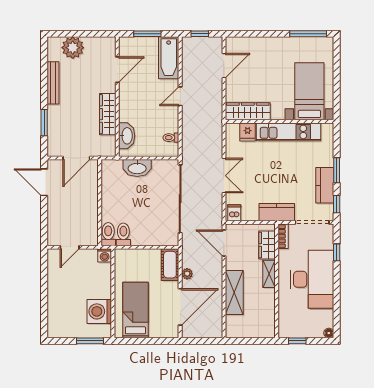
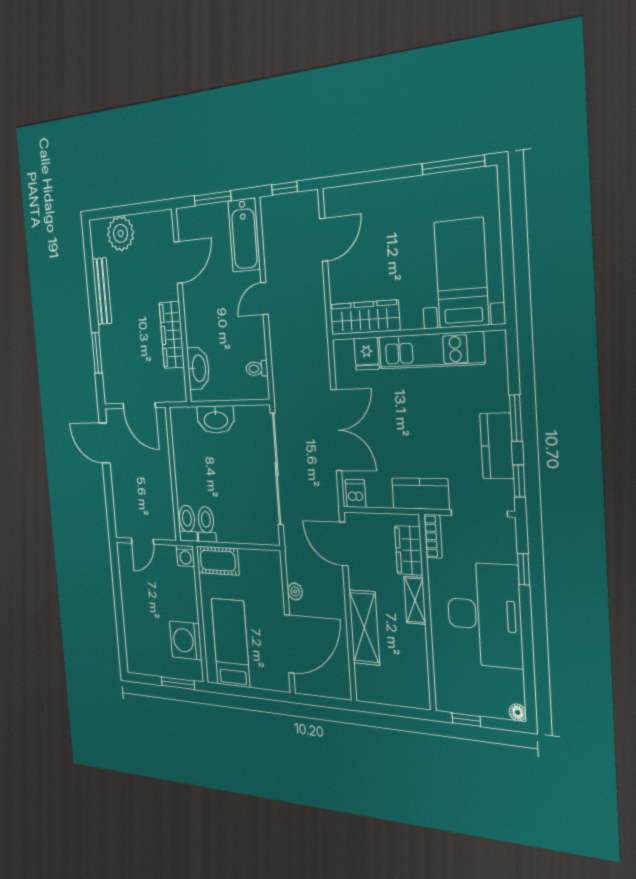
door: (76, 158) -> (139, 406), hinge flipped
double door: (224, 176) -> (336, 430), width x1.37
cot: (170, 265) -> (218, 561), moved, turned 90

